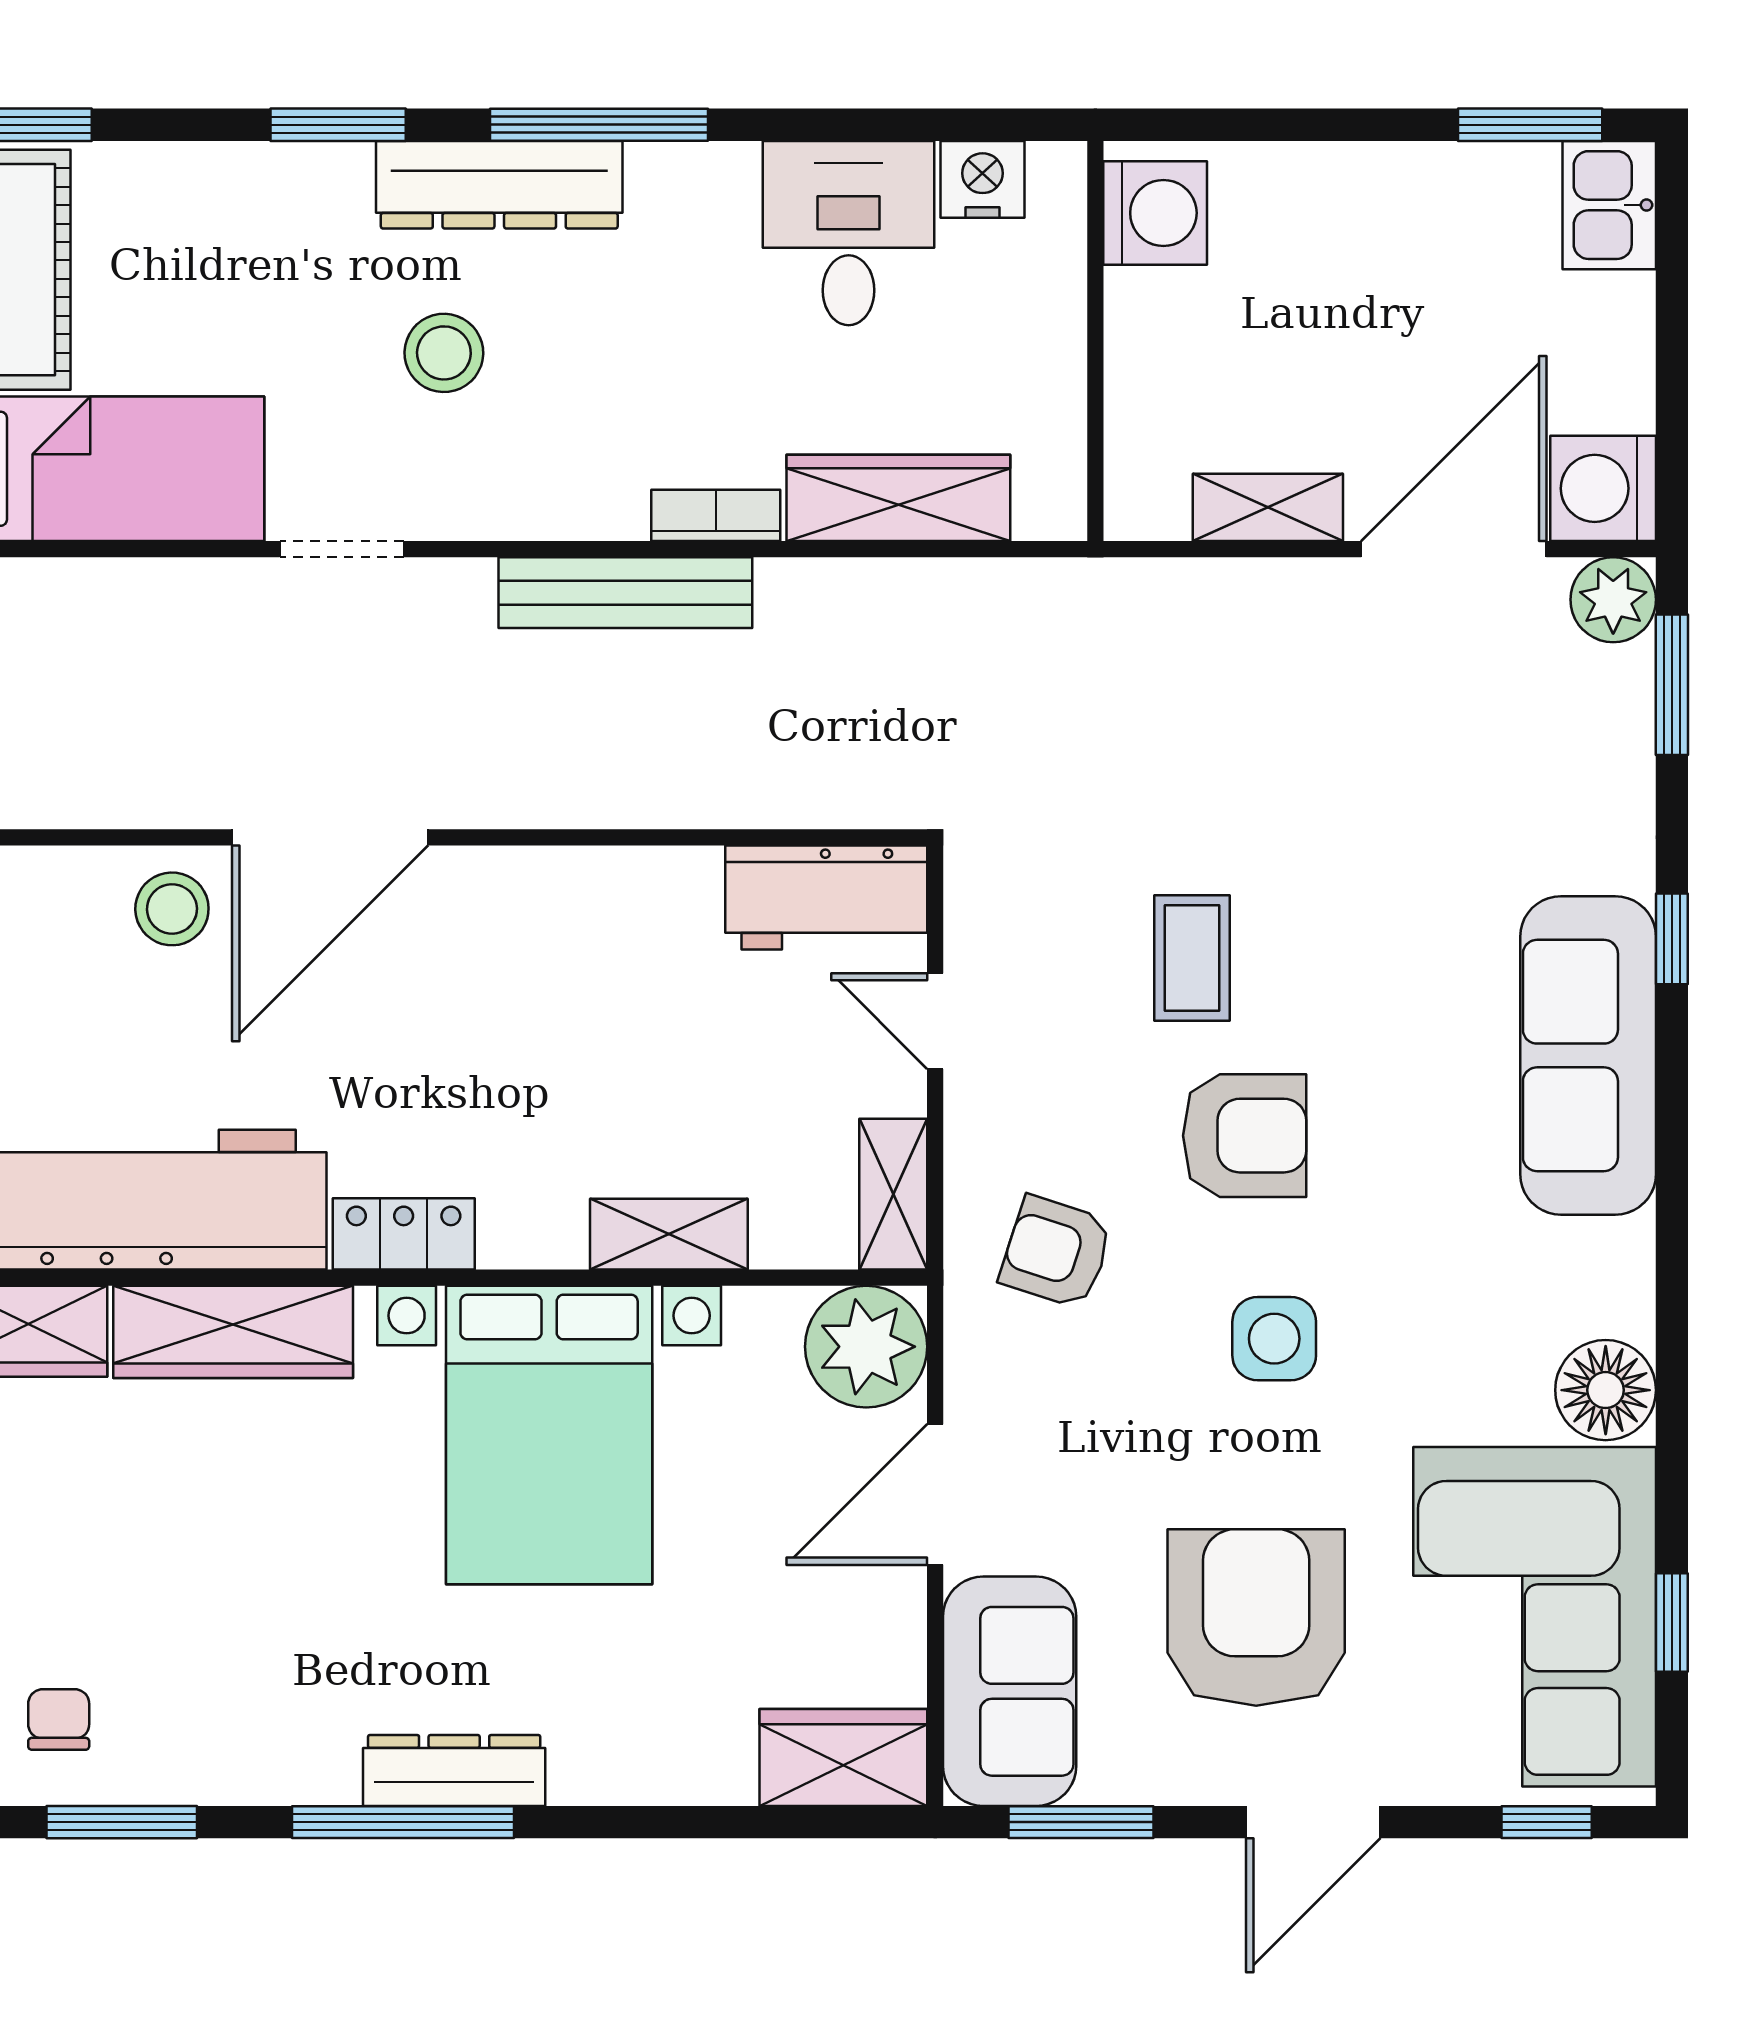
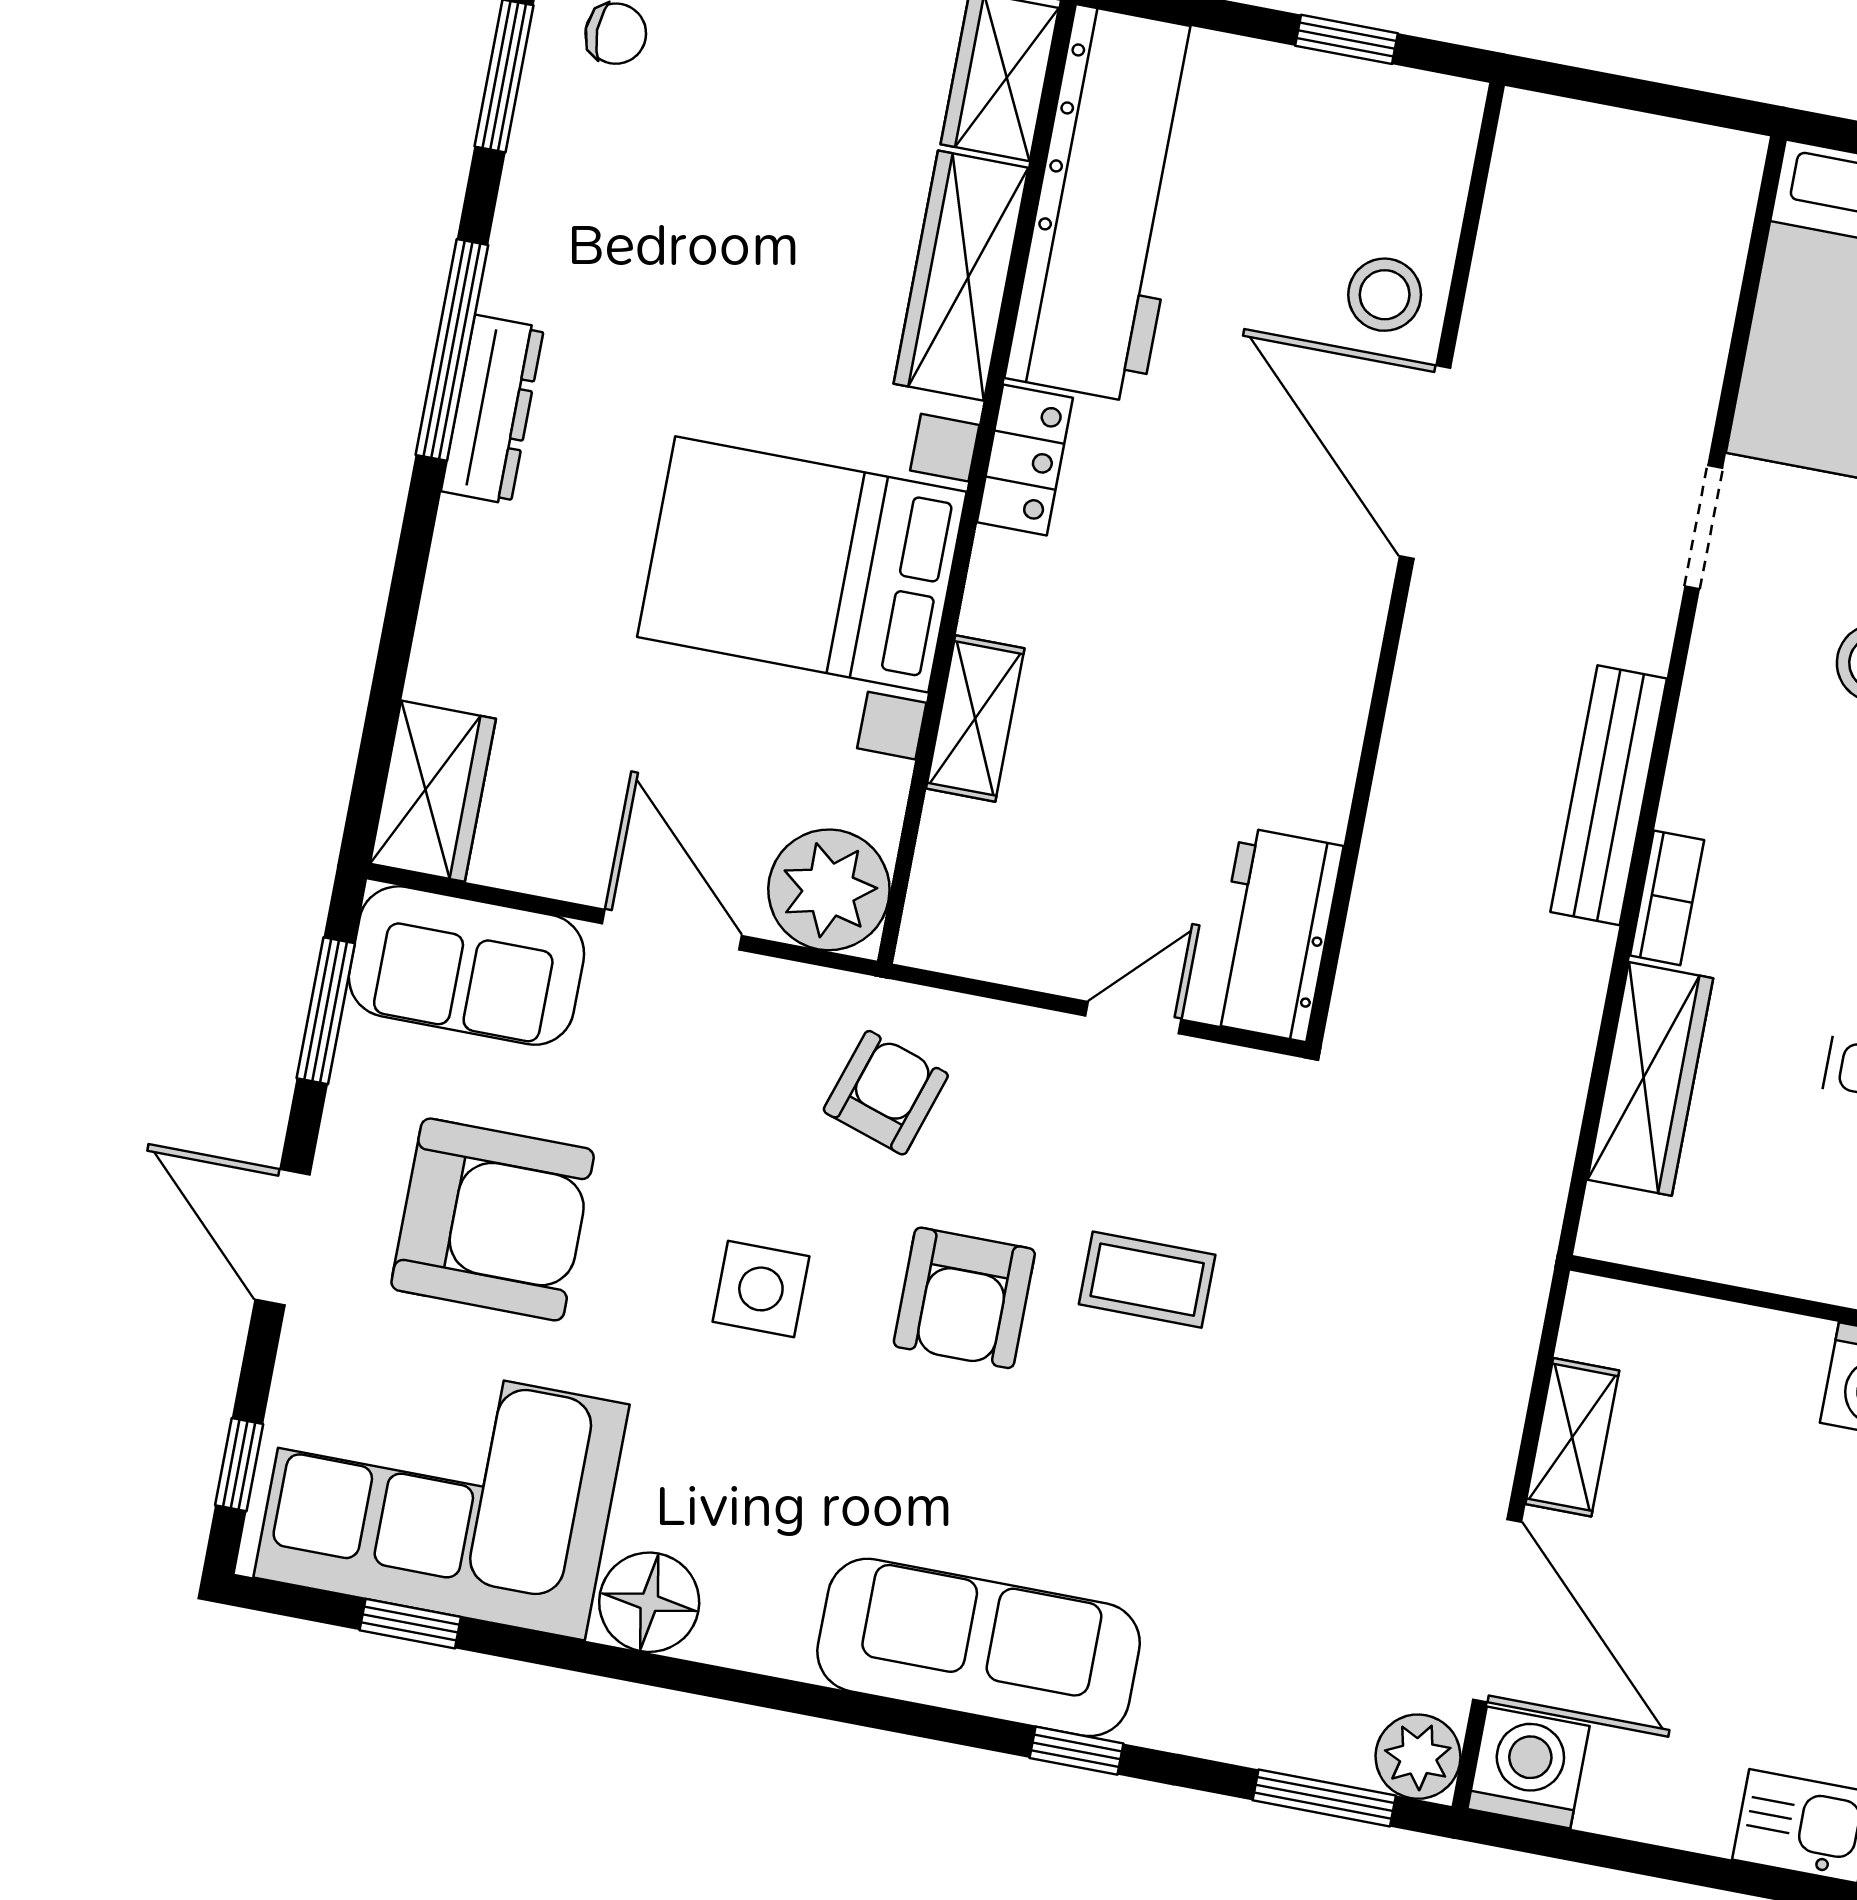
shelving: (893, 1194) -> (973, 945), removed

